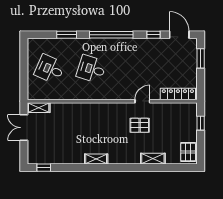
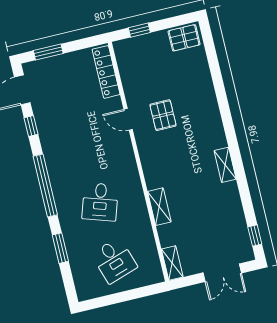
desk: (50, 69) -> (114, 261), turned -42
double door: (24, 128) -> (222, 273), moved
shelving: (153, 159) -> (159, 207), moved

